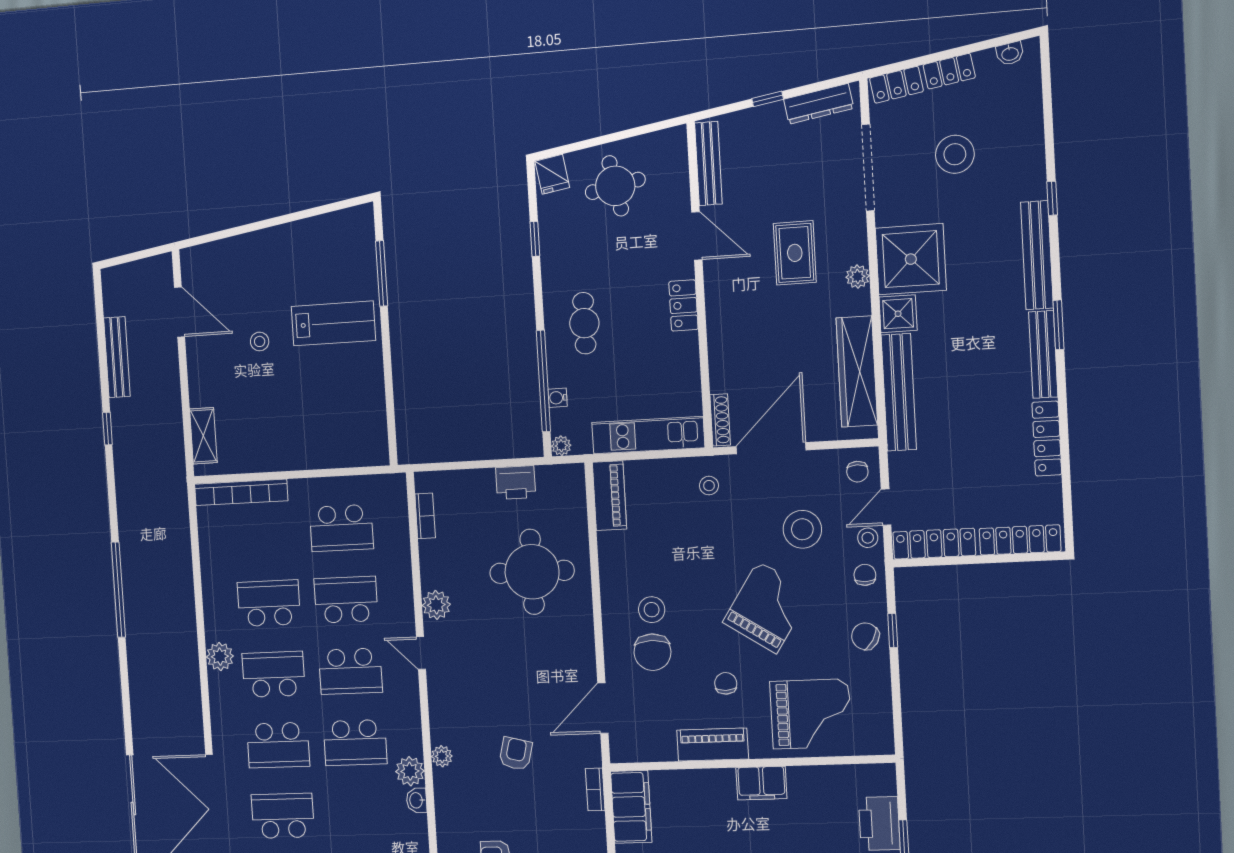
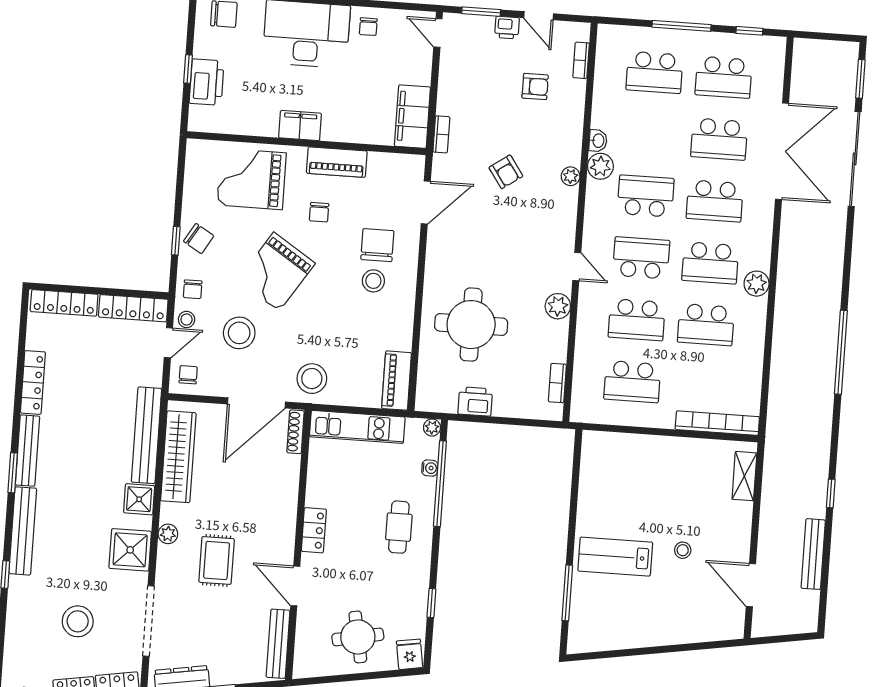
shower: (911, 259) -> (130, 550), width x0.73, depth x0.73
stool: (709, 486) -> (312, 379), width x1.89, depth x1.89
school desk: (341, 528) -> (632, 382), turned 180
school desk: (278, 745) -> (715, 201), turned 180
armchair: (516, 754) -> (506, 172), turned -49

